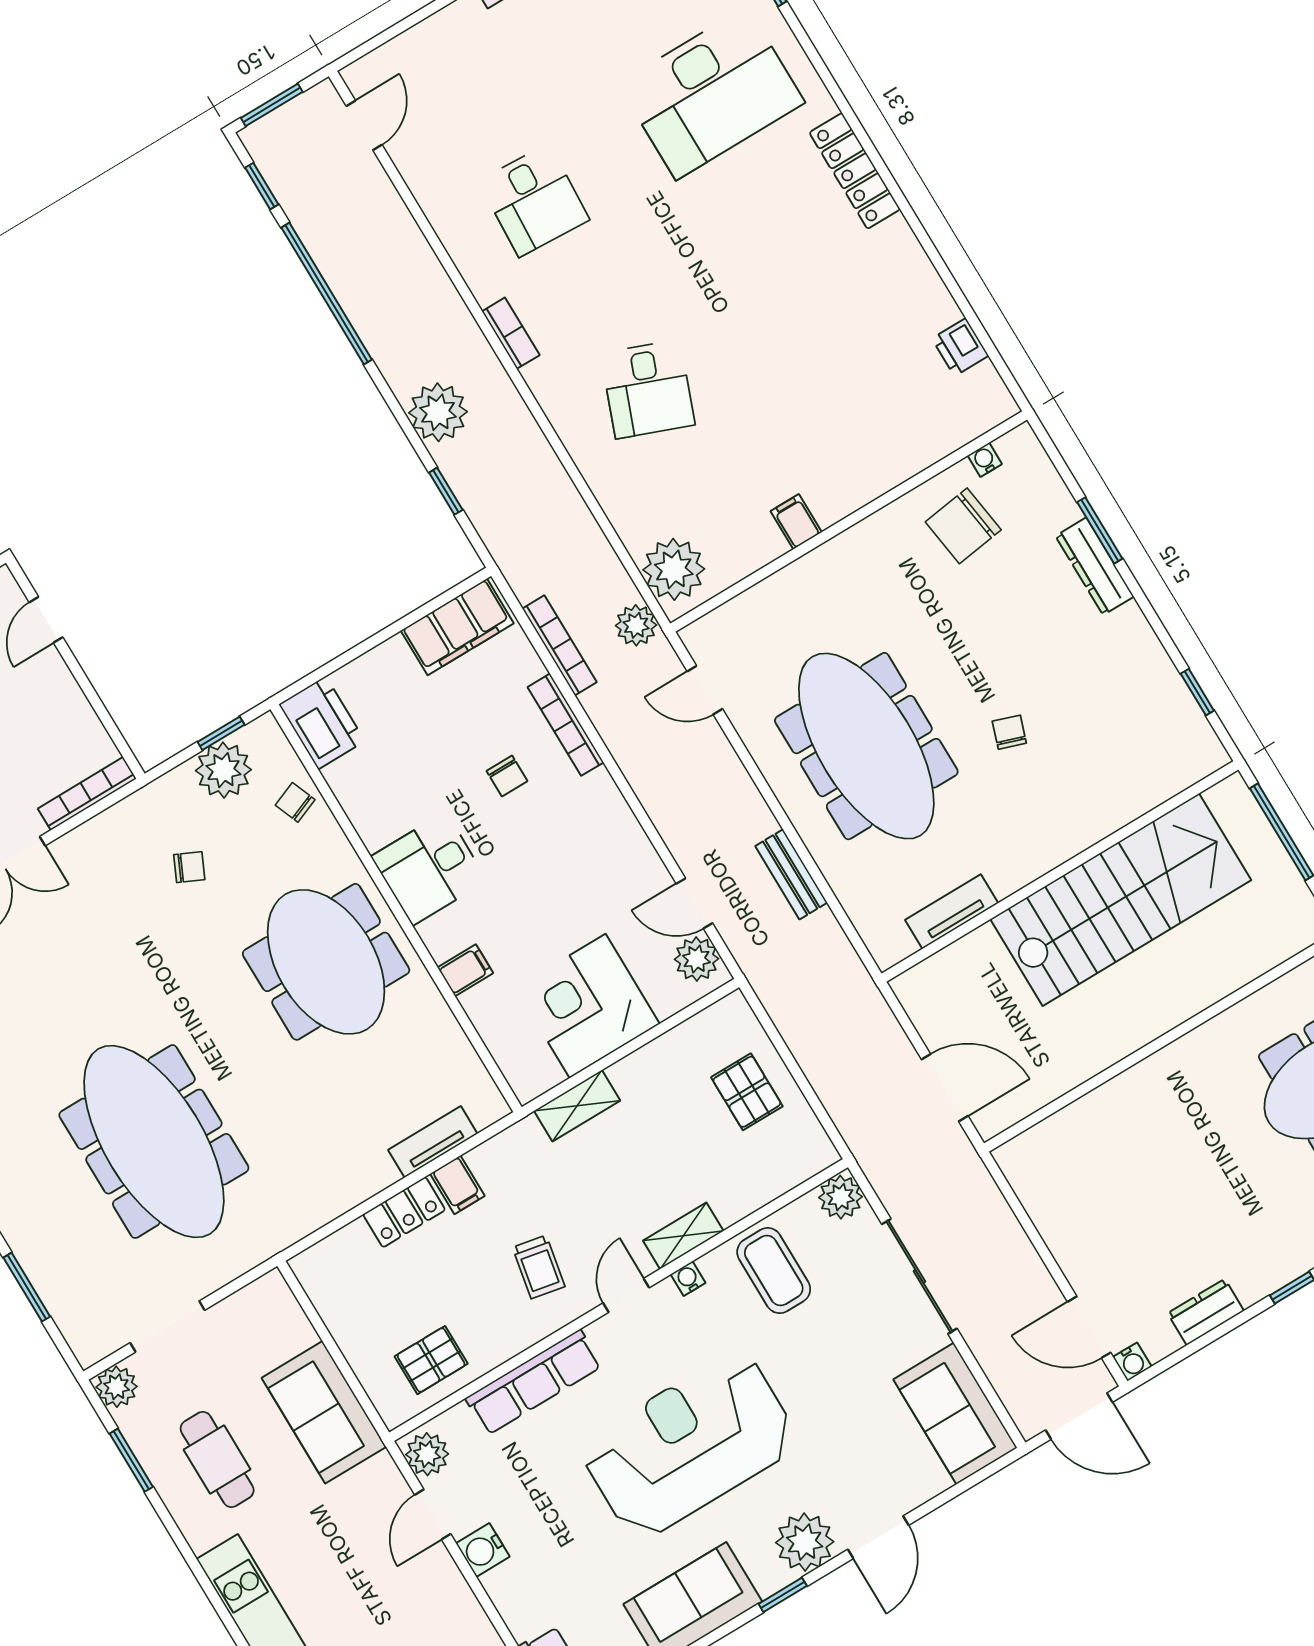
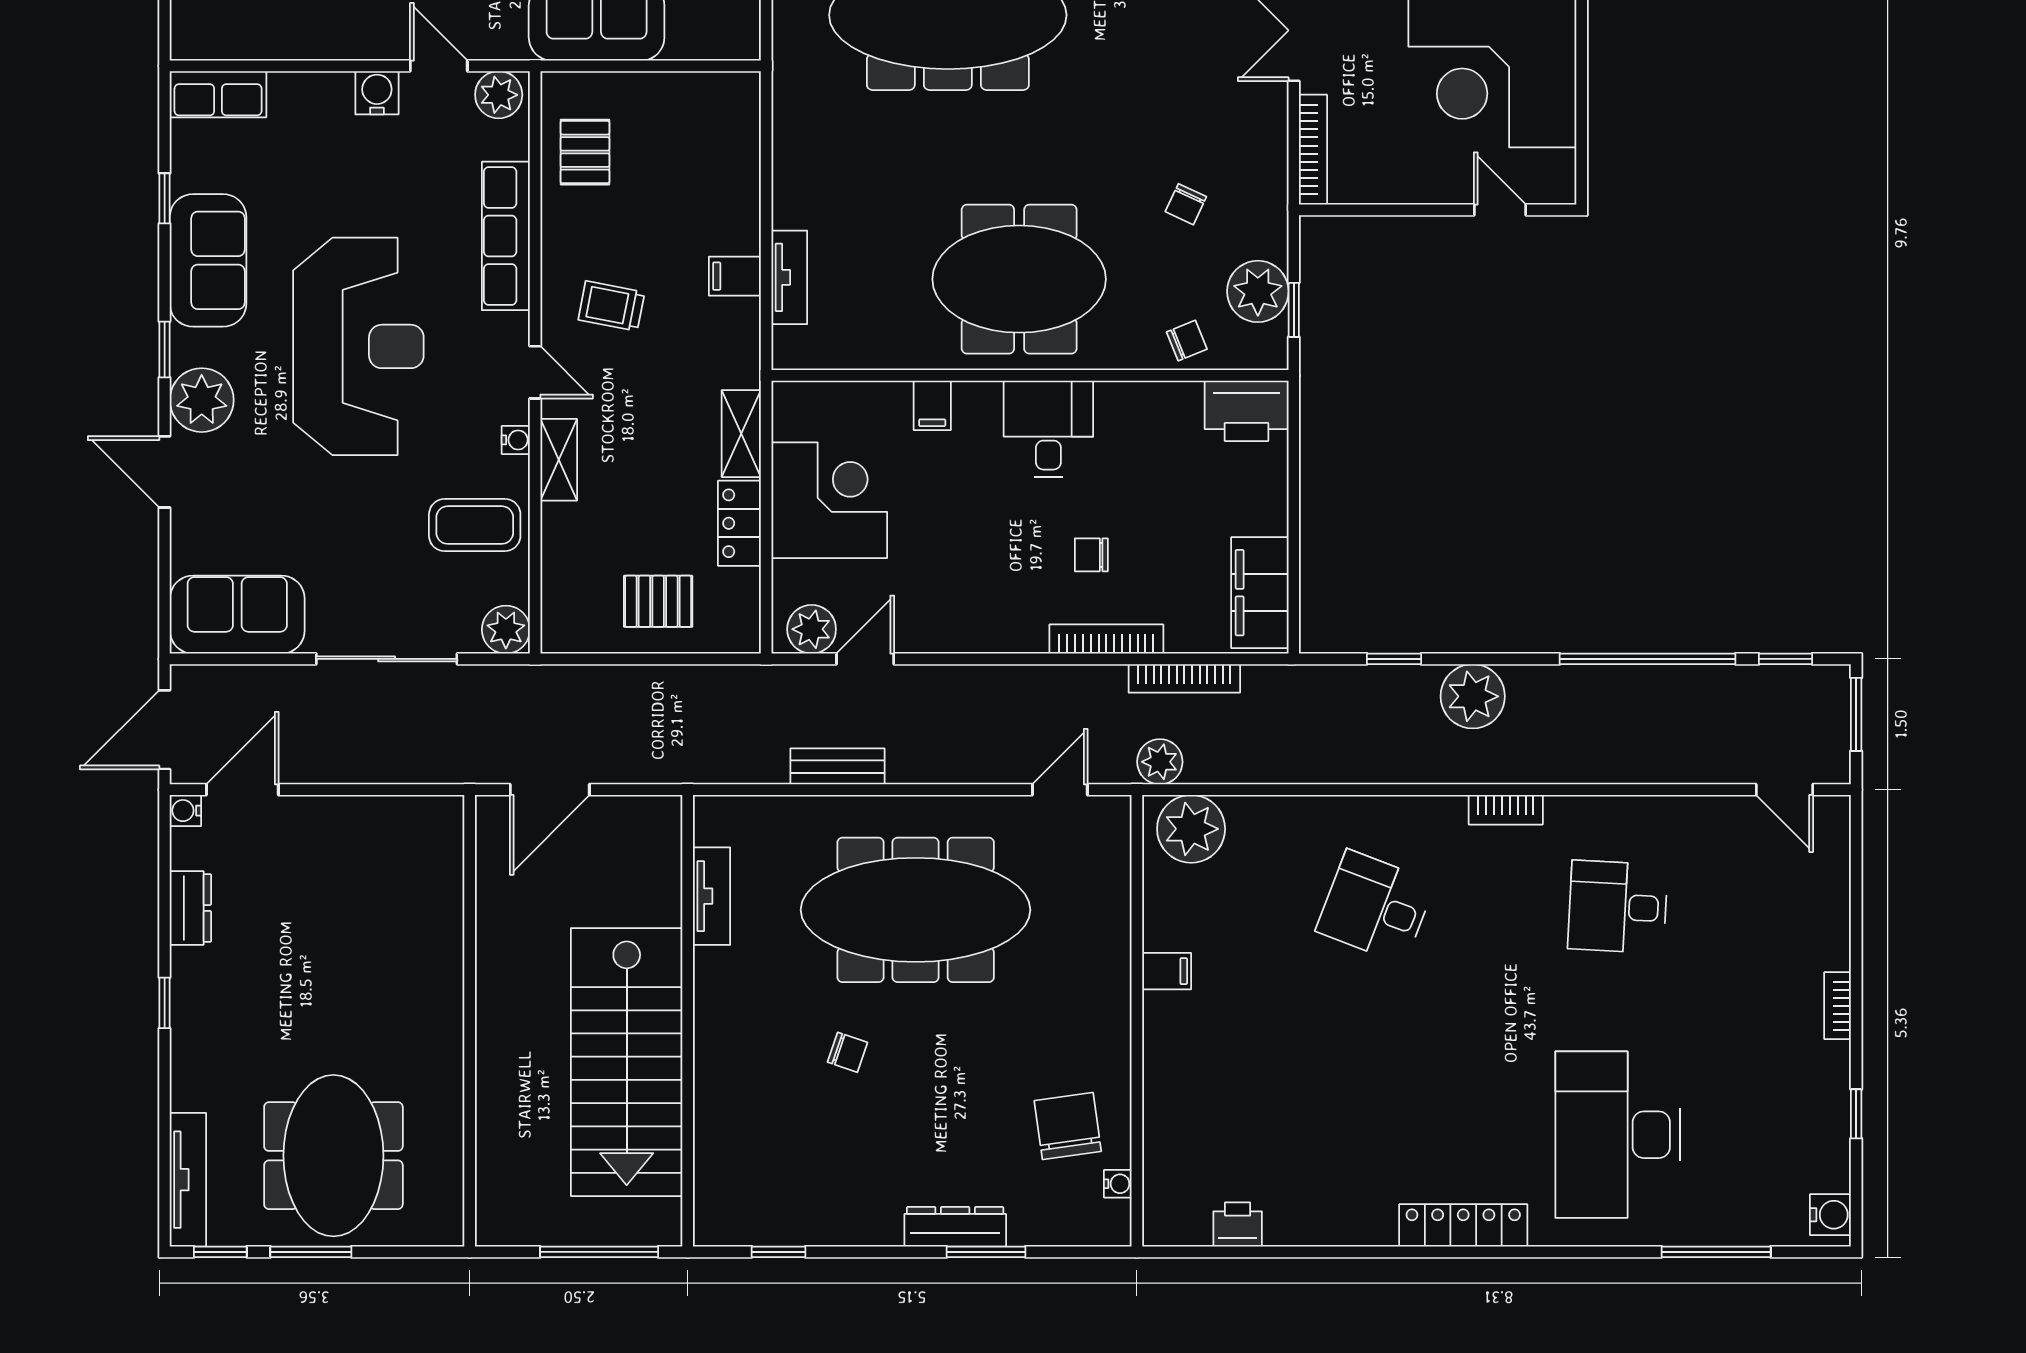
locker: (404, 1212) -> (739, 523), moved

